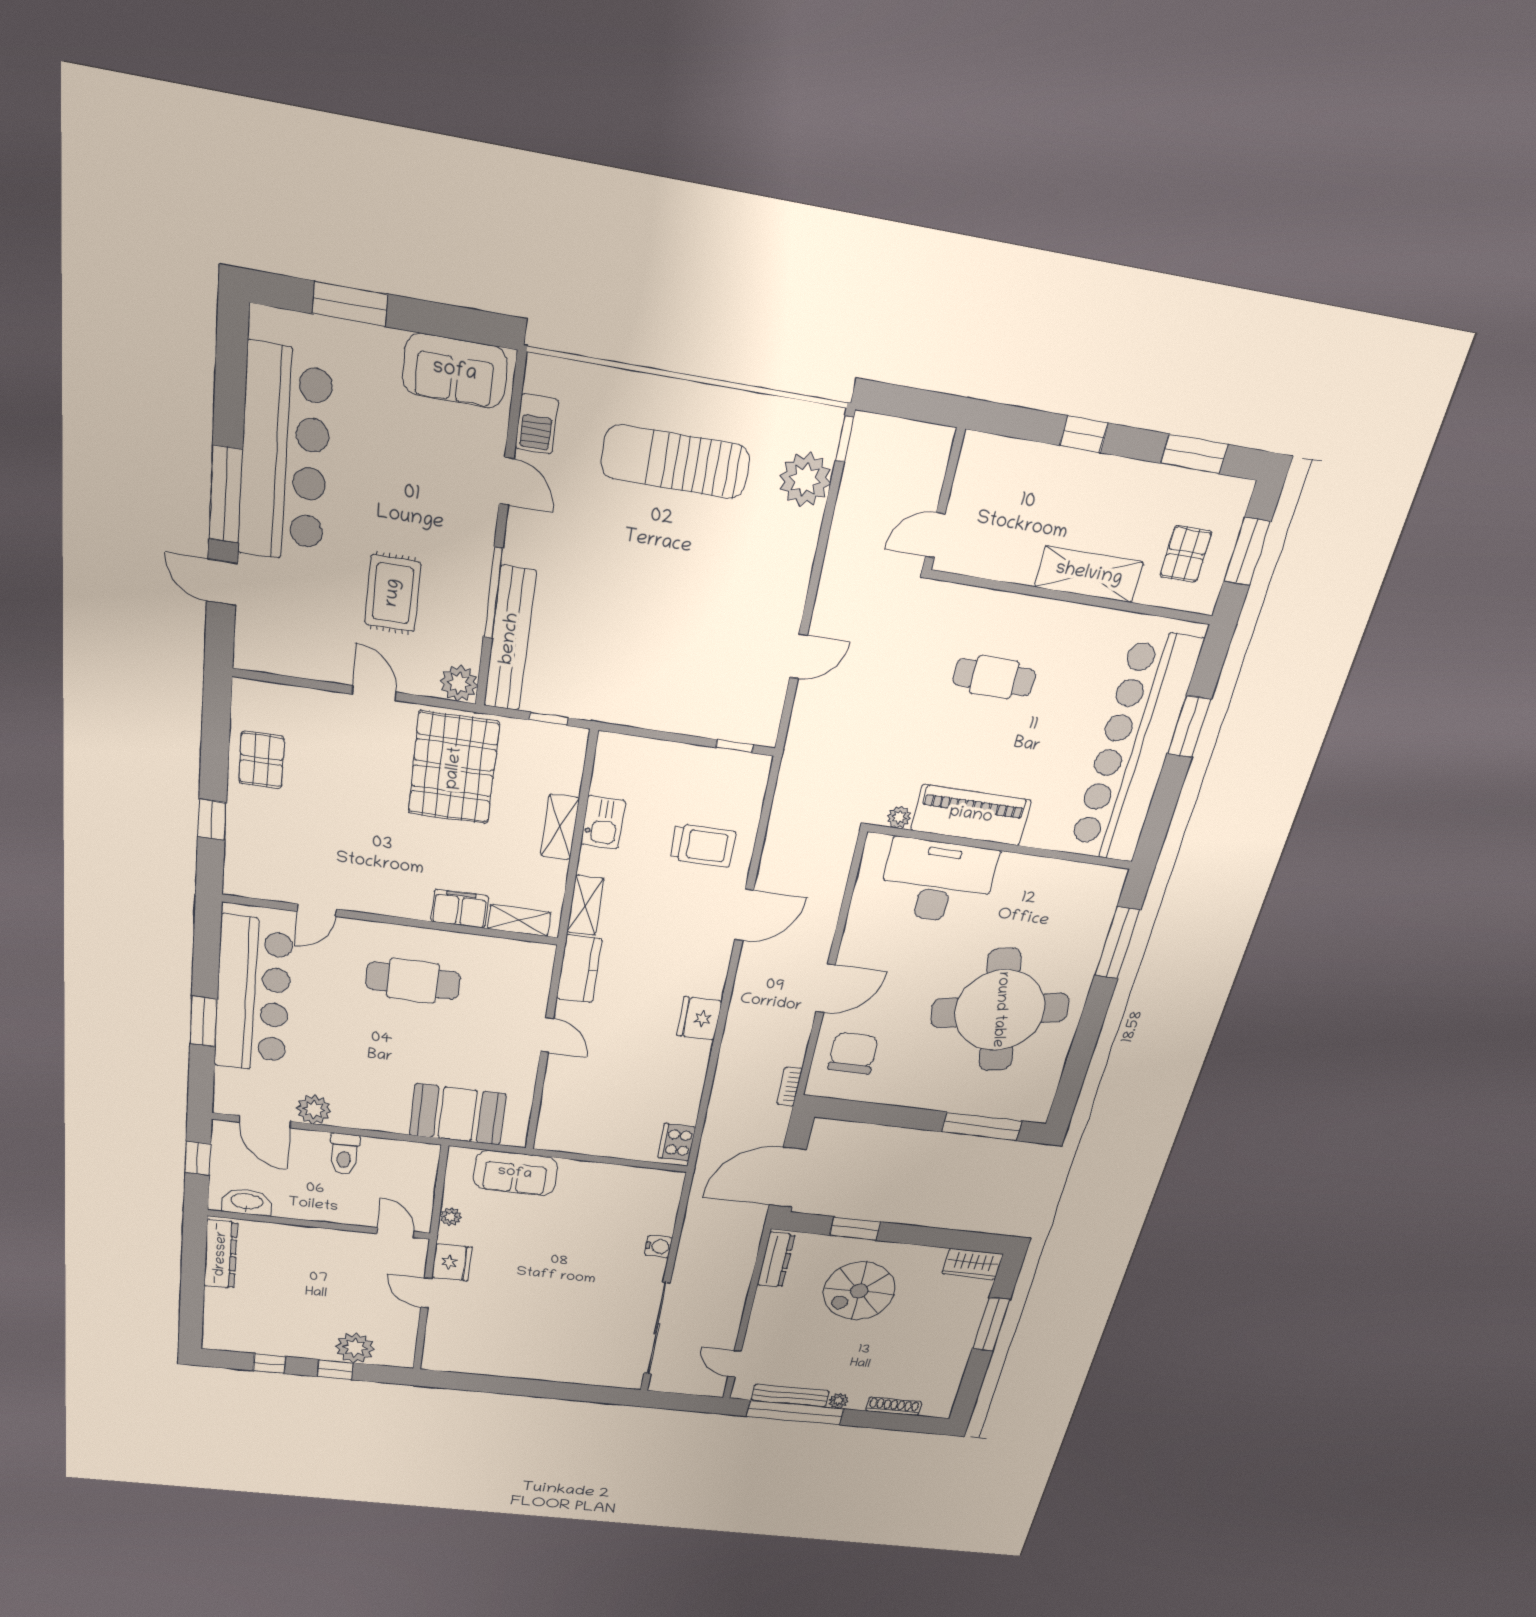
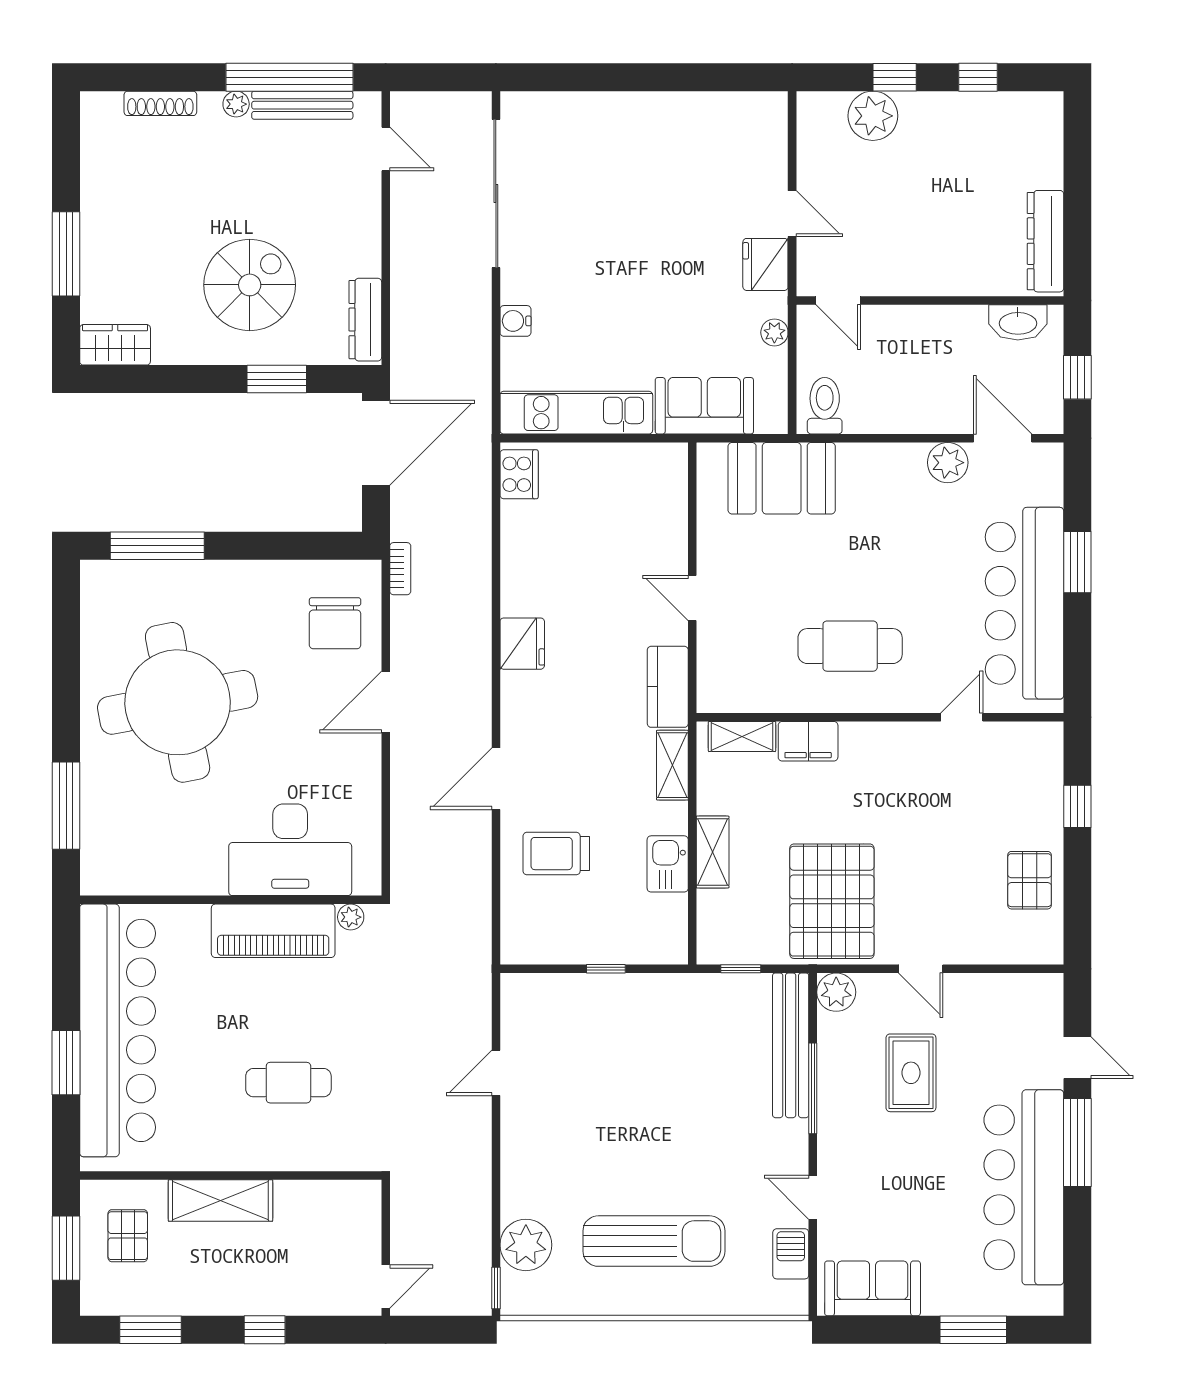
door: (935, 535) -> (386, 1287), moved
window: (735, 746) -> (606, 969), moved
toilet: (344, 1154) -> (825, 406), moved
kitchen unit: (622, 1180) -> (576, 413), added

